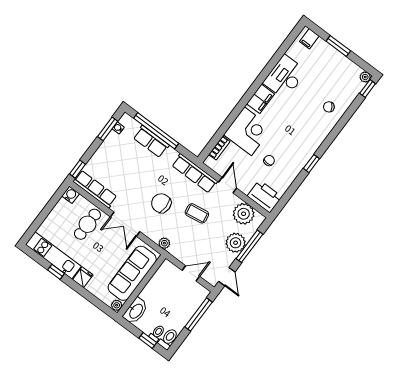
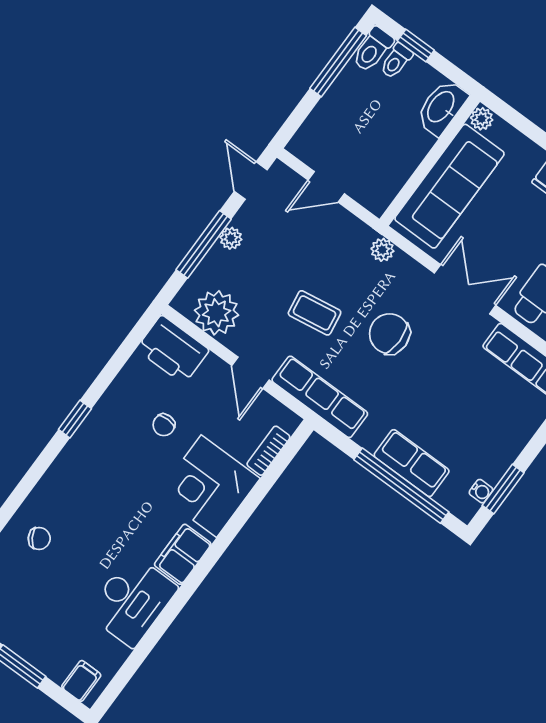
chair: (161, 203) -> (389, 334), turned 180
plant: (236, 243) -> (231, 238), width x0.53, depth x0.53
window: (199, 314) -> (338, 62), moved

